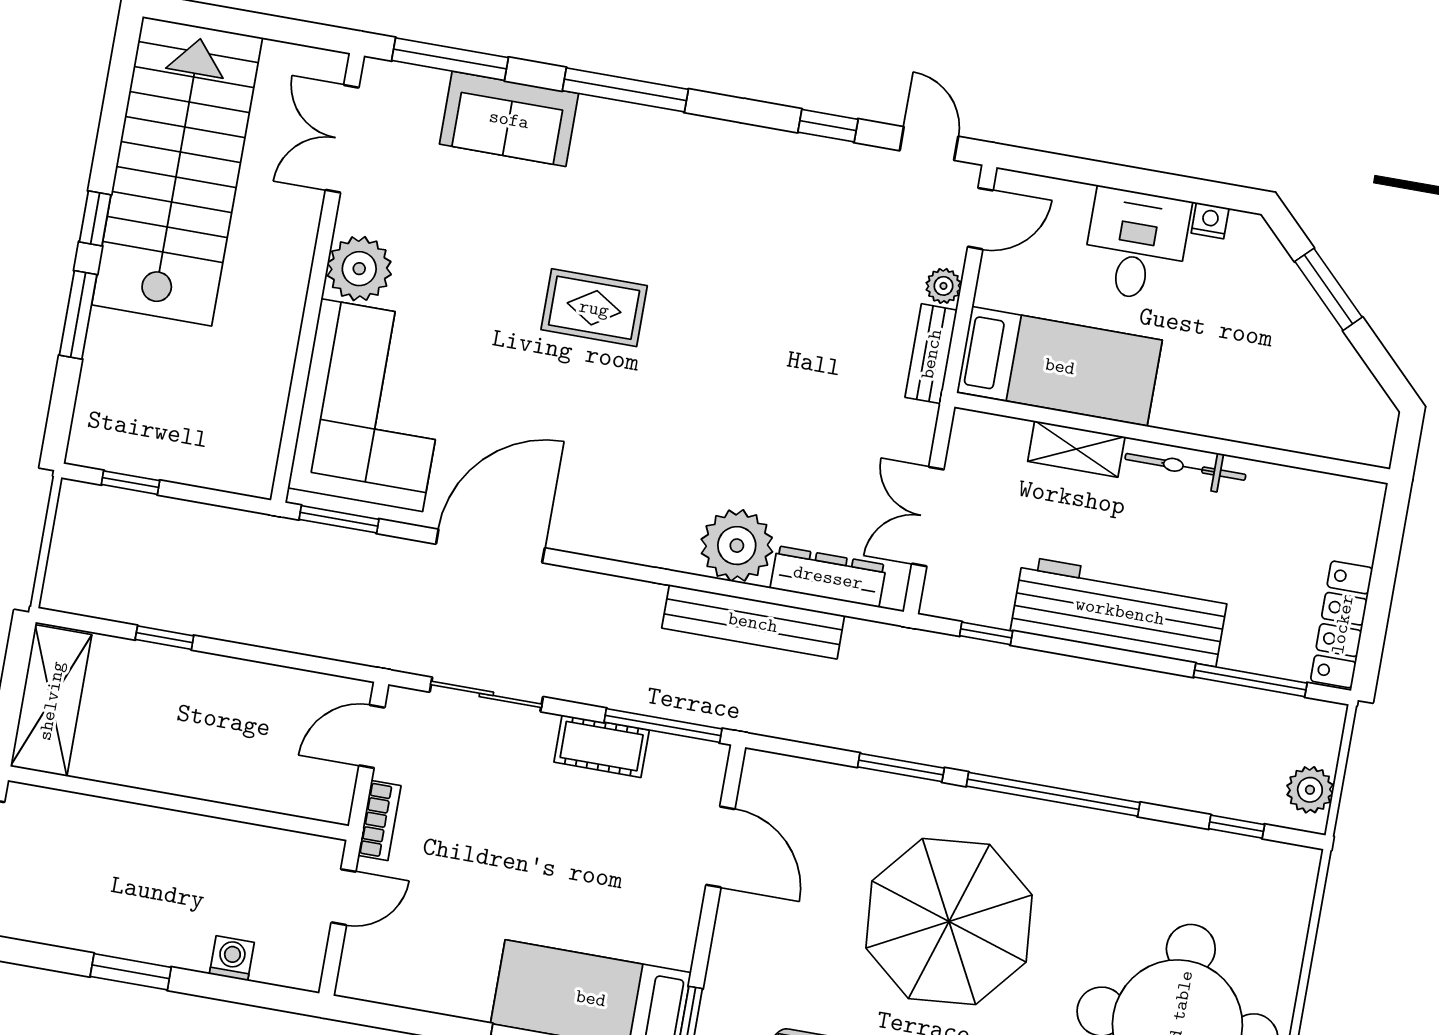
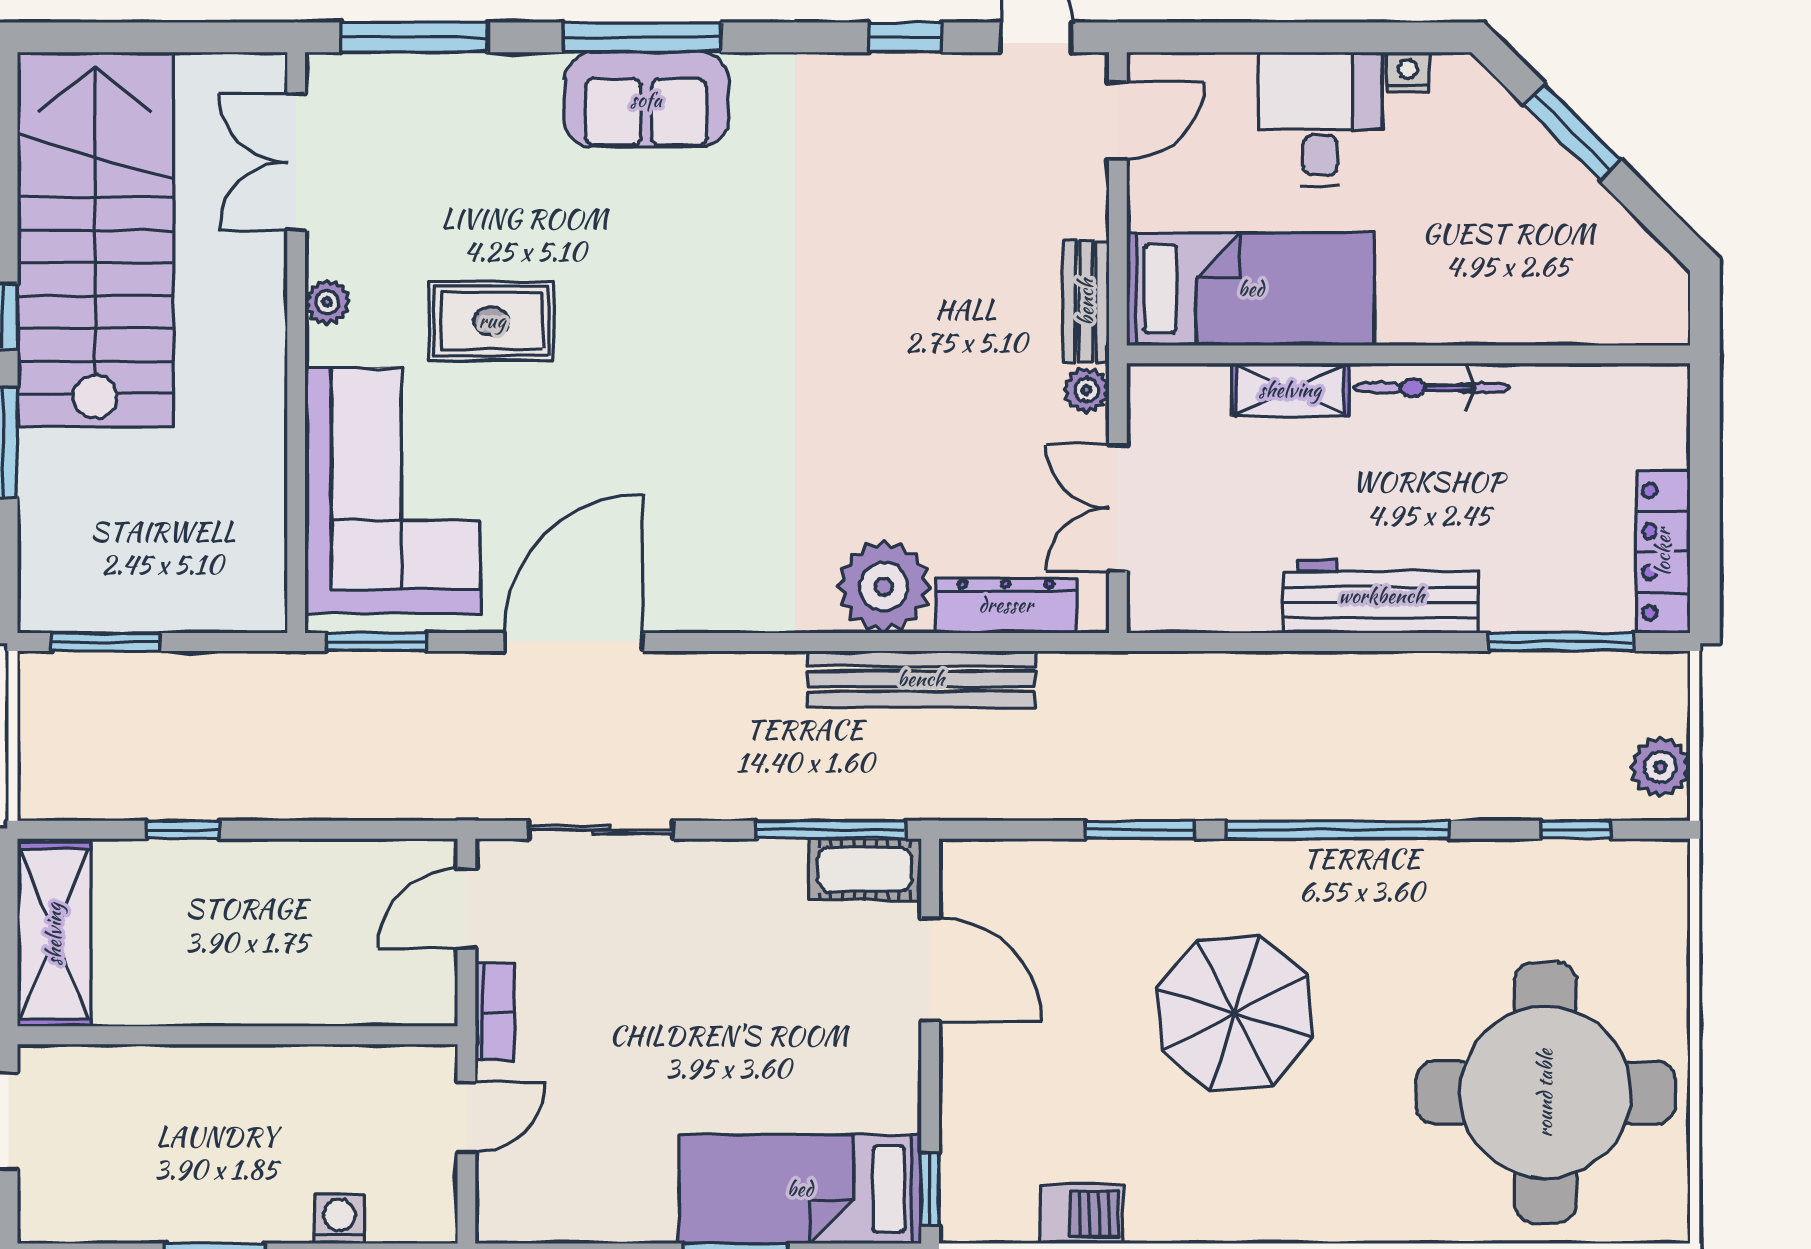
sofa: (509, 119) -> (646, 100), moved
plant: (359, 269) -> (327, 302), width x0.53, depth x0.53
plant: (943, 286) -> (1087, 390), moved
rug: (594, 308) -> (492, 321), moved
window: (131, 483) -> (106, 642), width x1.50
workbench: (1120, 611) -> (1381, 596), width x0.73, depth x0.76
window: (986, 633) -> (1217, 642), removed
cot: (602, 746) -> (865, 869), moved
parasol: (949, 921) -> (1235, 1013), width x0.73, depth x0.73

